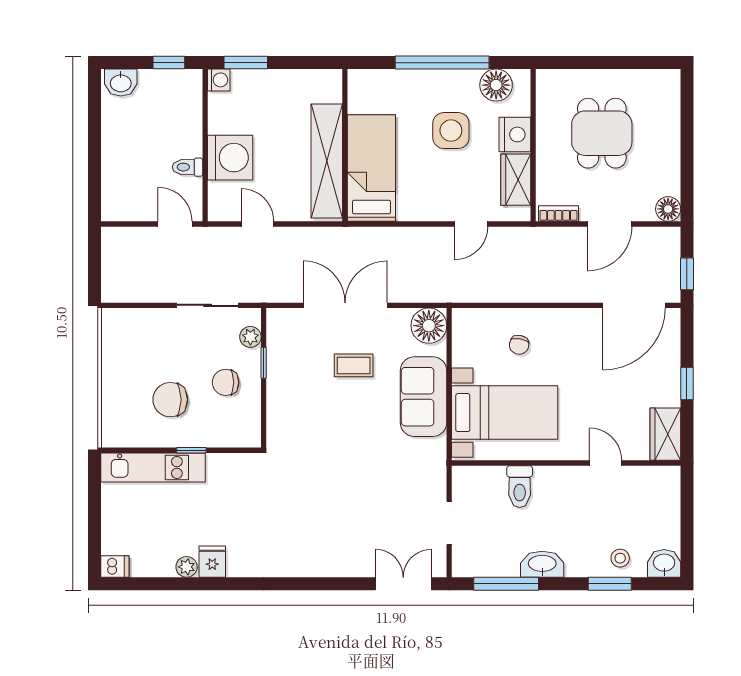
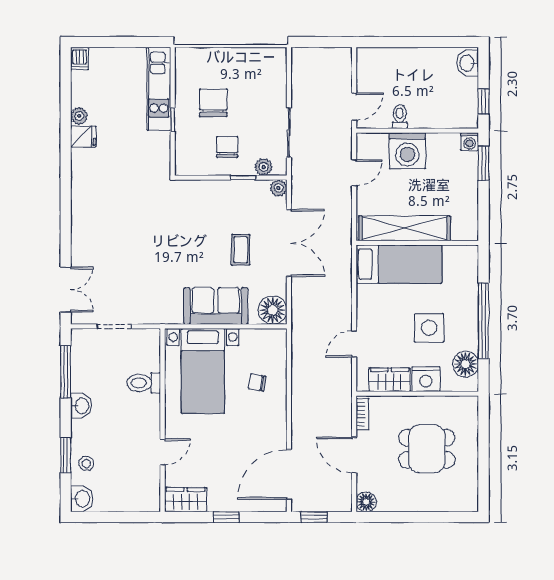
door: (471, 224) -> (354, 344), hinge flipped
door: (634, 305) -> (289, 475), hinge flipped
plant: (277, 318) -> (278, 188), added
washbasin: (542, 564) -> (81, 406), width x0.72

